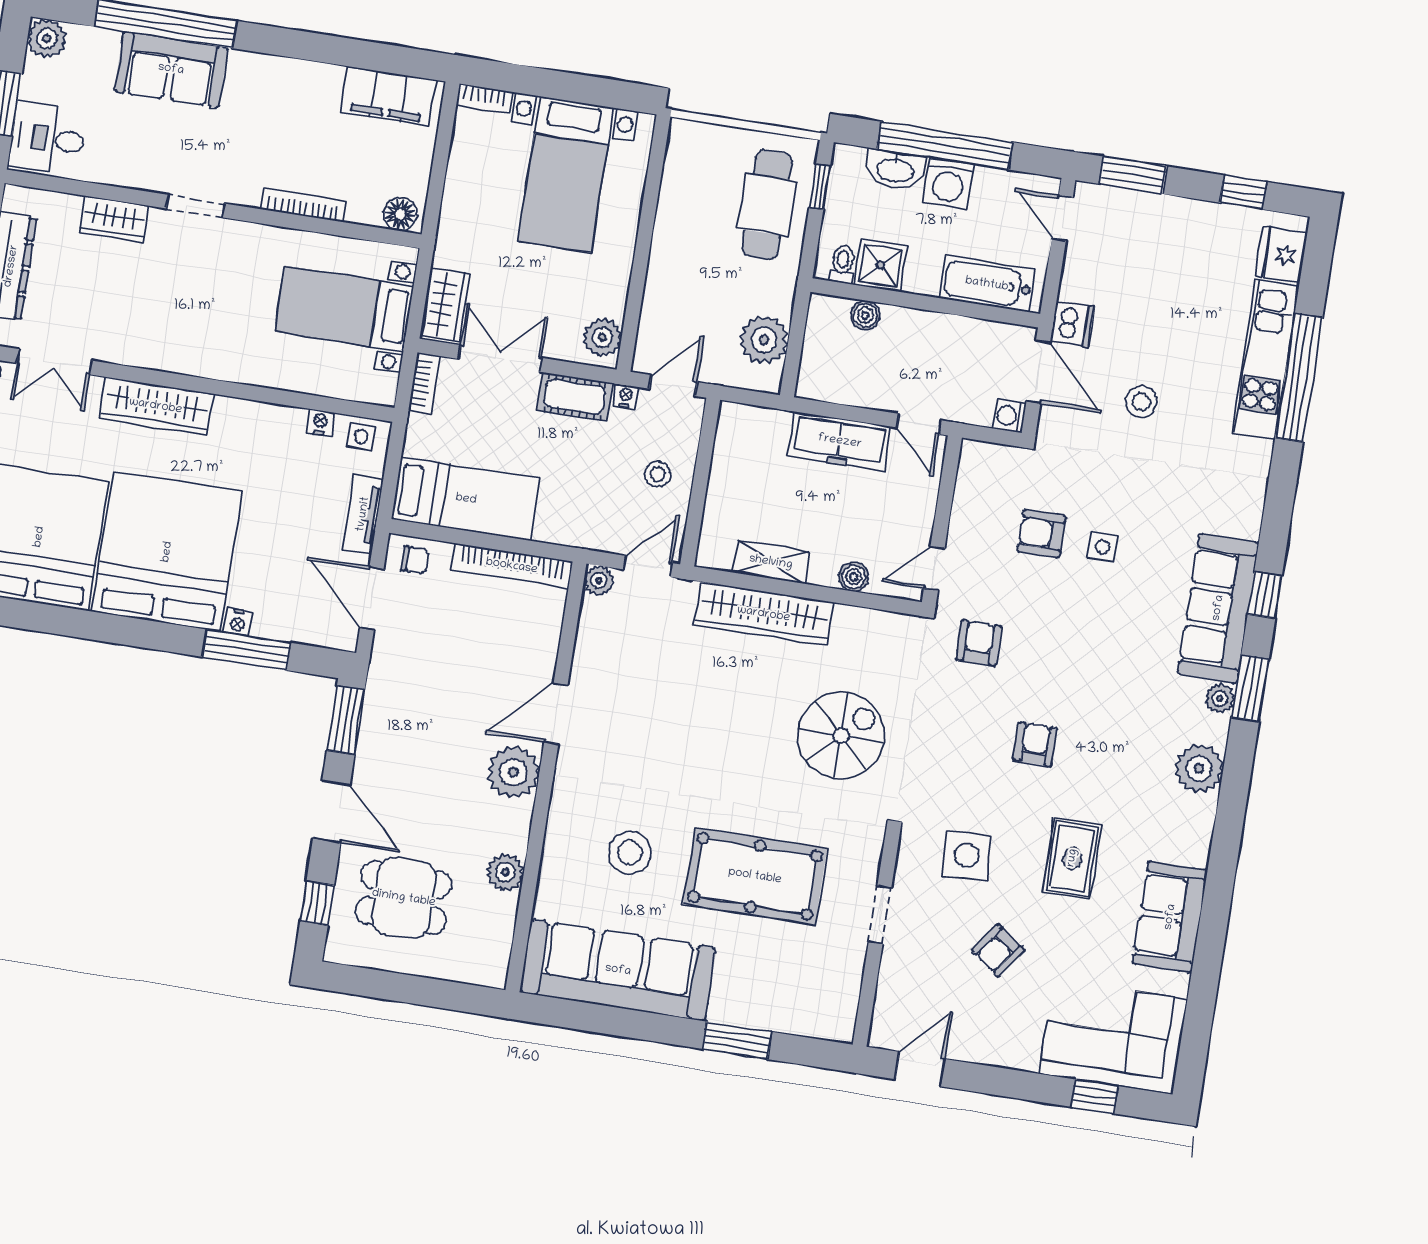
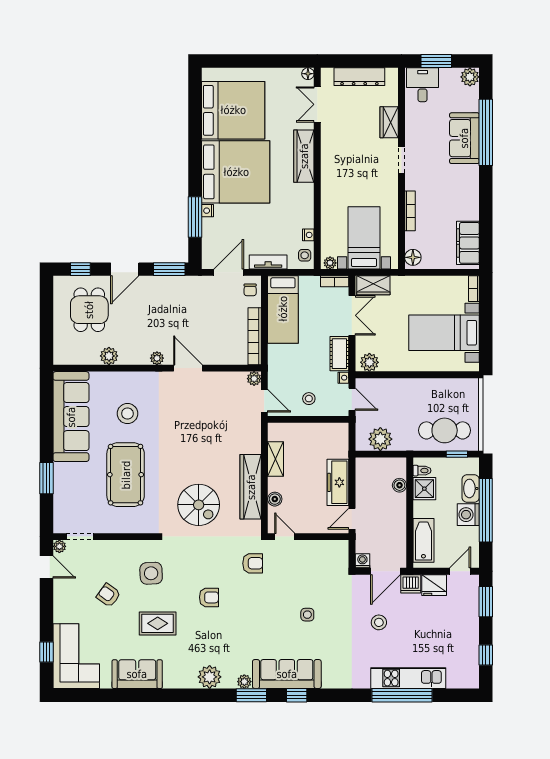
fridge: (1282, 254) -> (434, 585), moved, turned 180
plant: (385, 387) -> (330, 263), added
armchair: (1042, 534) -> (309, 585), removed
wardrobe: (764, 614) -> (251, 487), moved
plant: (513, 772) -> (157, 358), width x0.53, depth x0.53
doorway: (880, 915) -> (80, 537), moved
plant: (882, 1036) -> (59, 546), added

